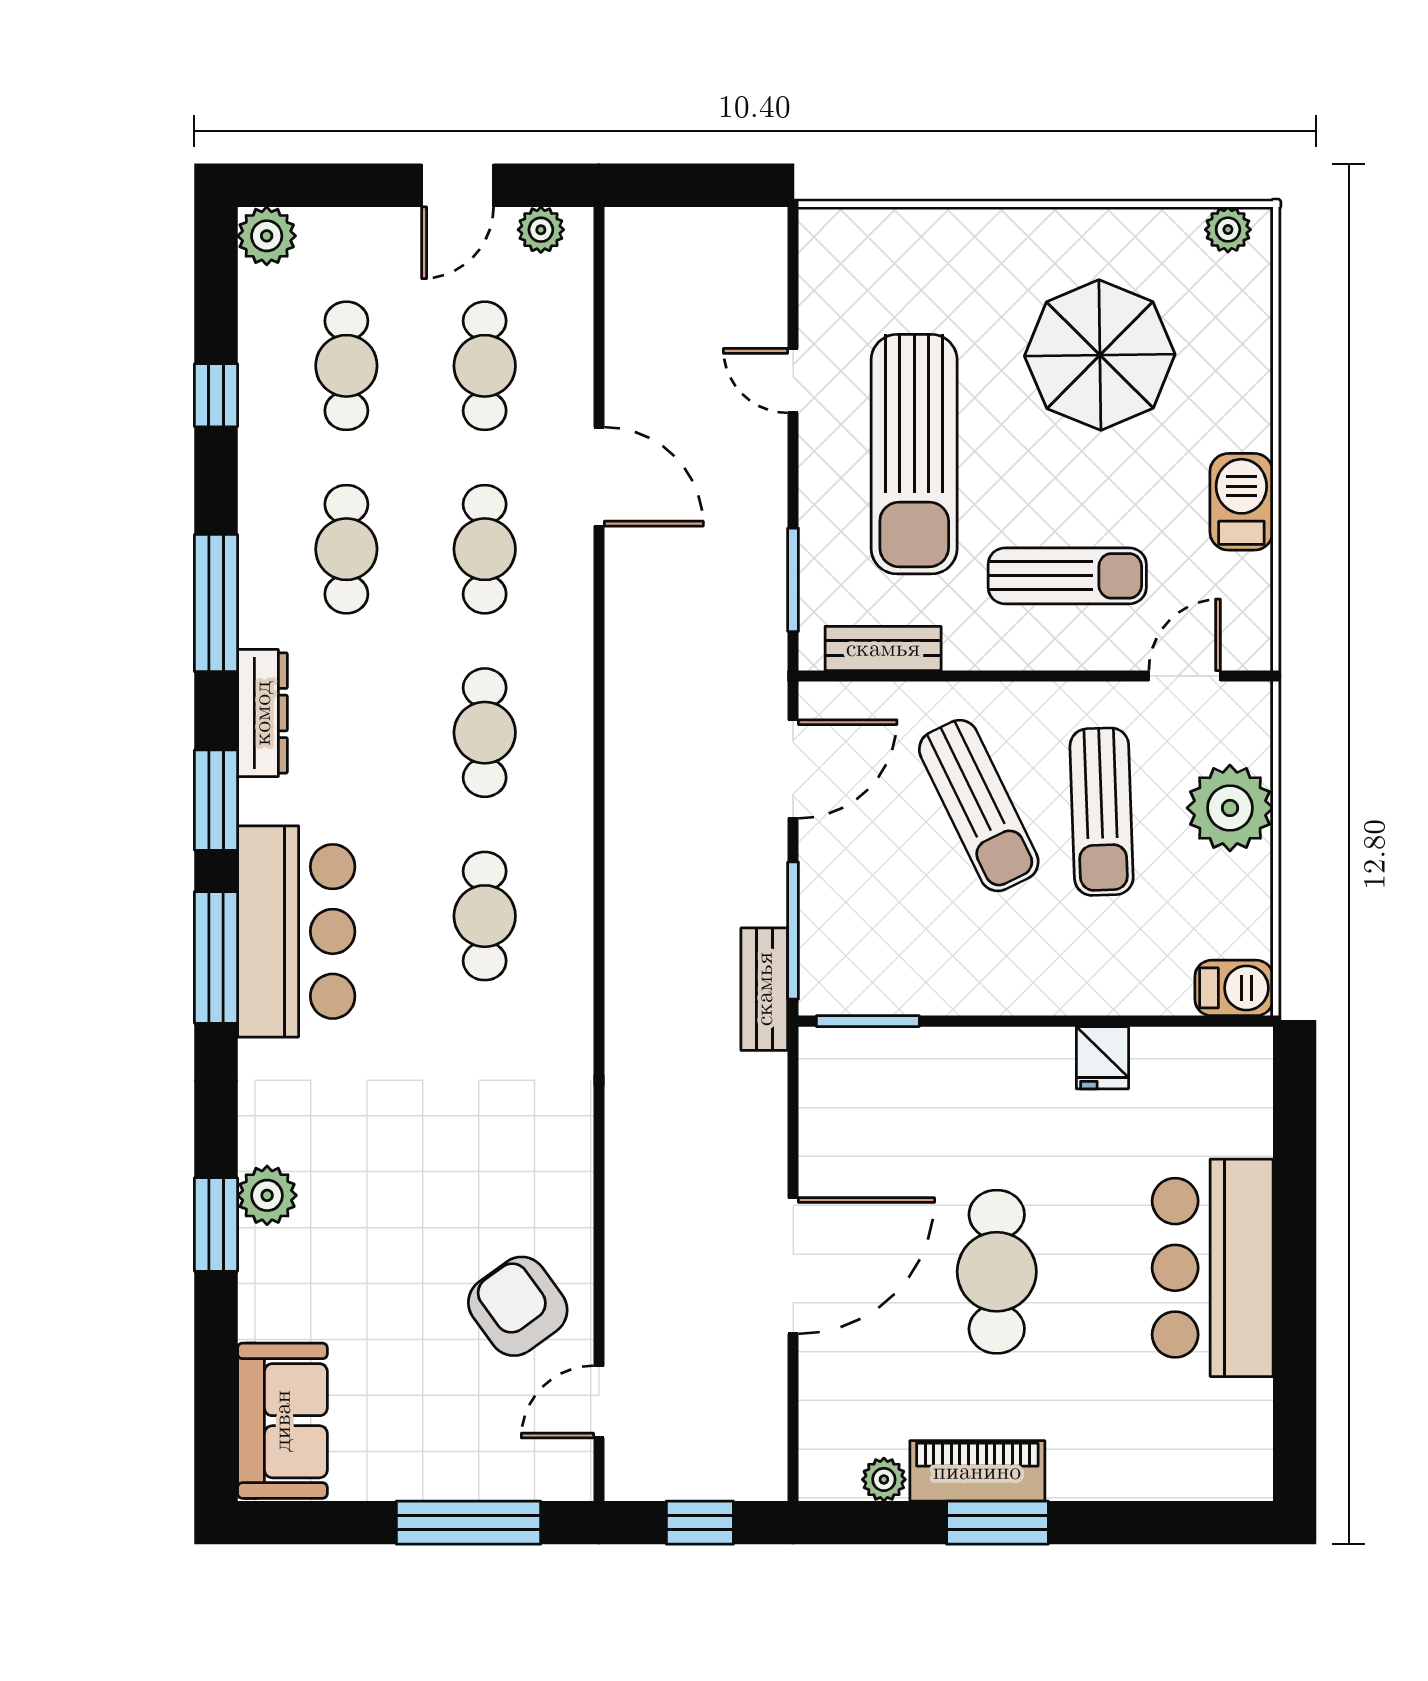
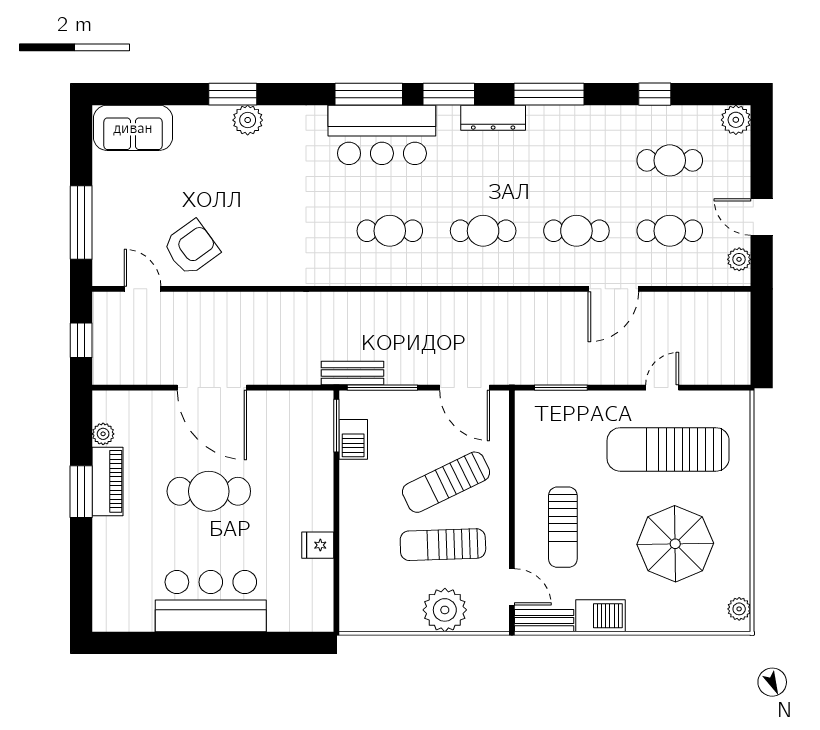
sun lounger: (914, 454) -> (668, 449), moved
cafe table: (346, 549) -> (576, 160), removed
bench: (883, 648) -> (544, 621), moved, turned 90
barbecue: (1234, 988) -> (353, 439), moved

